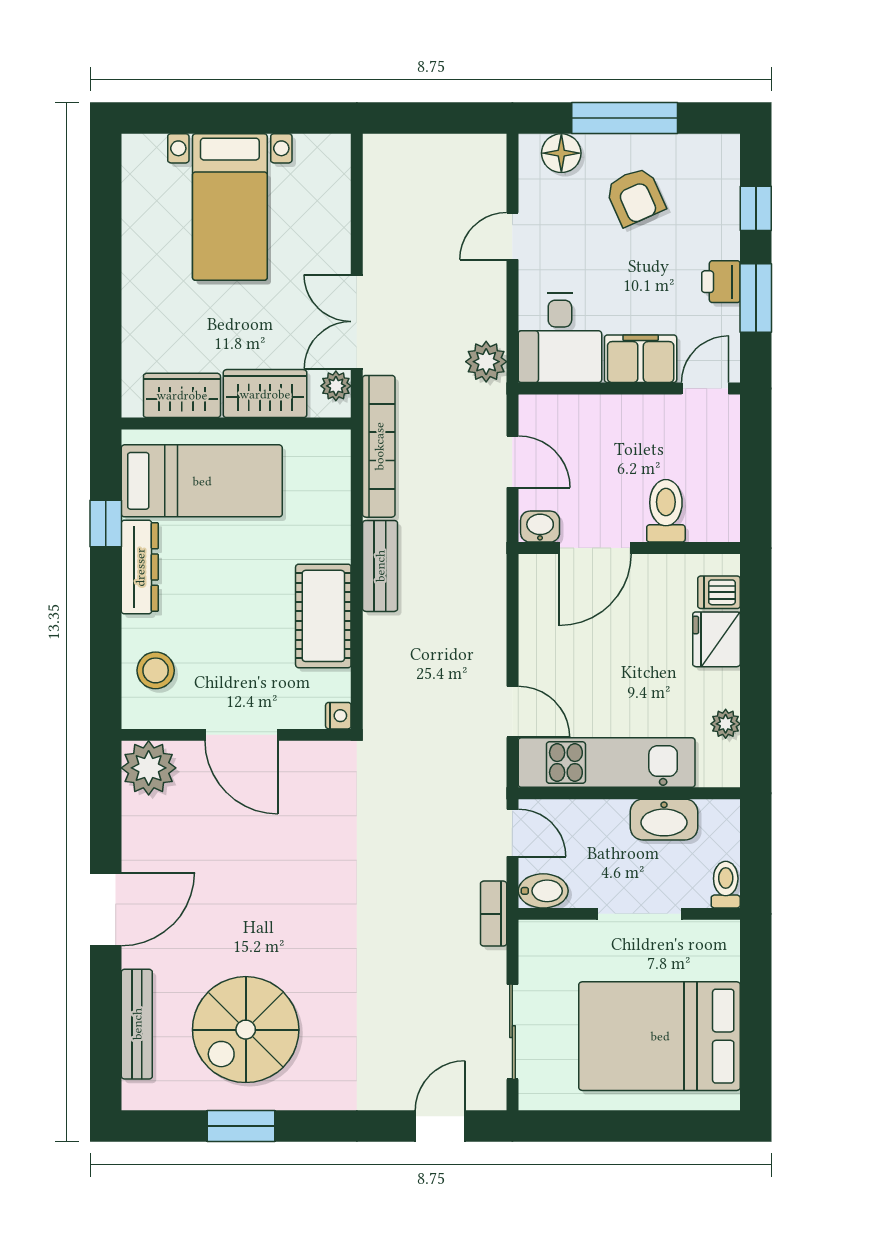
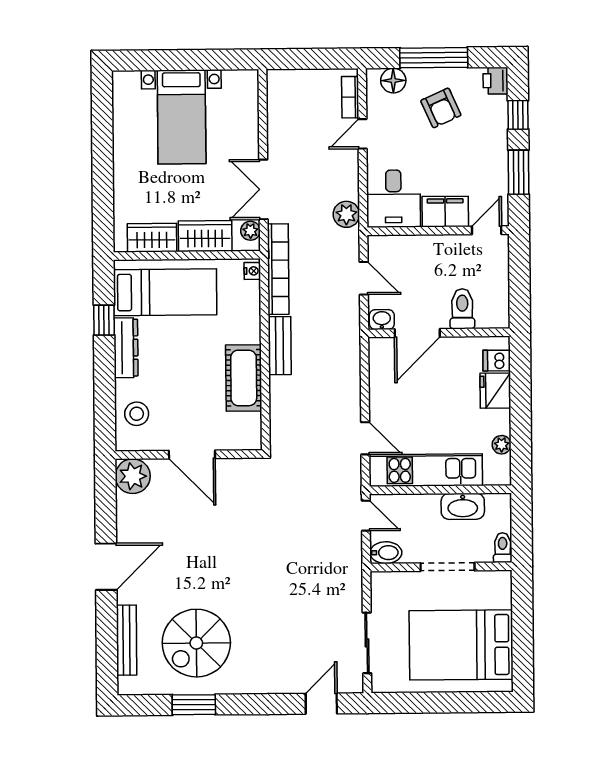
printer: (721, 282) -> (495, 81), moved
nightstand: (338, 716) -> (252, 271), moved
bookcase: (494, 914) -> (350, 97), moved

